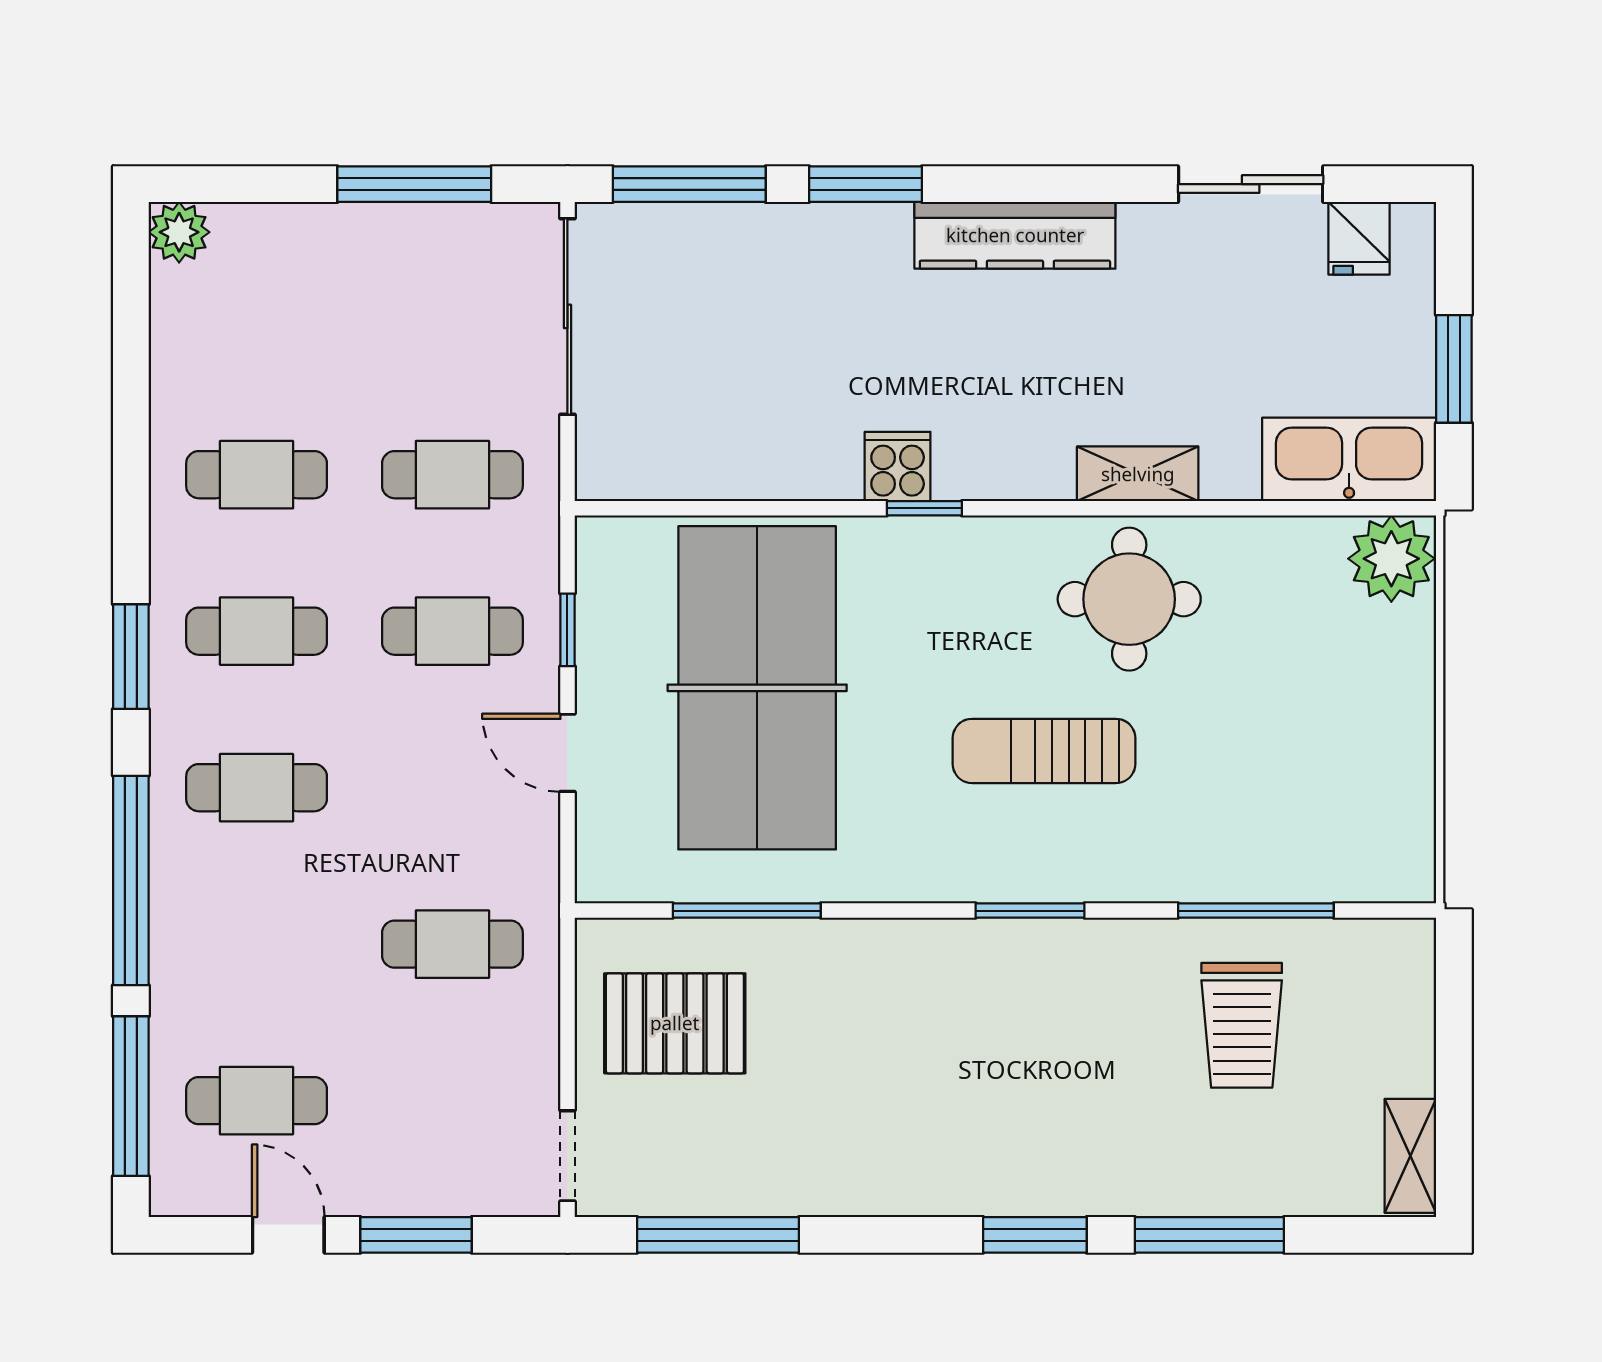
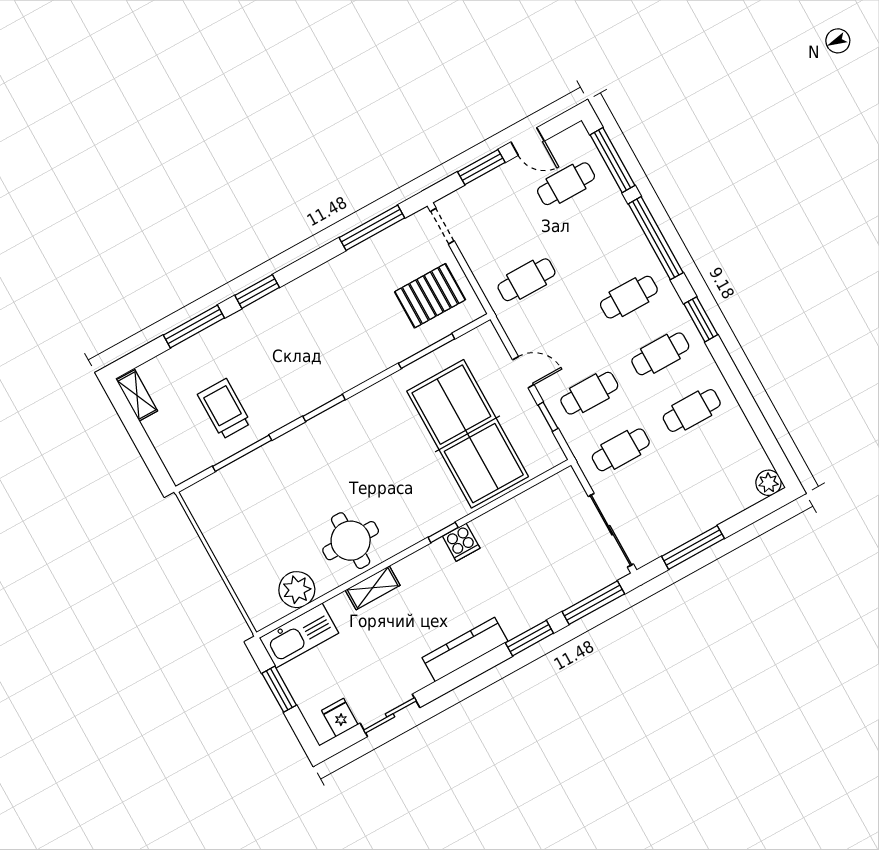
plant: (1391, 559) -> (297, 590), moved
sun lounger: (1044, 751) -> (351, 469), removed

